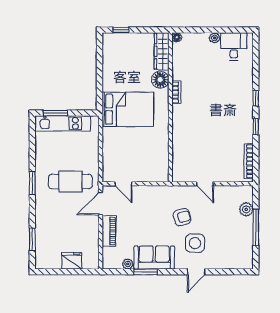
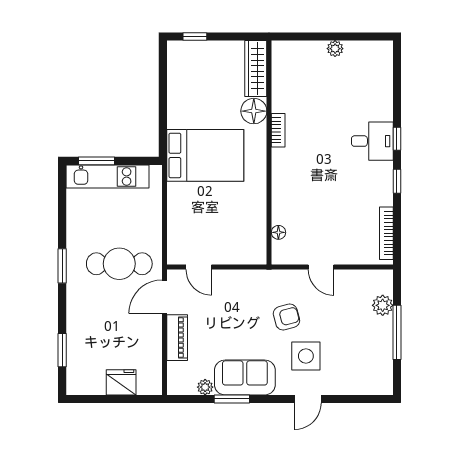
floor lamp: (177, 37) -> (278, 232), moved
desk: (234, 46) -> (372, 141), moved, turned 90

